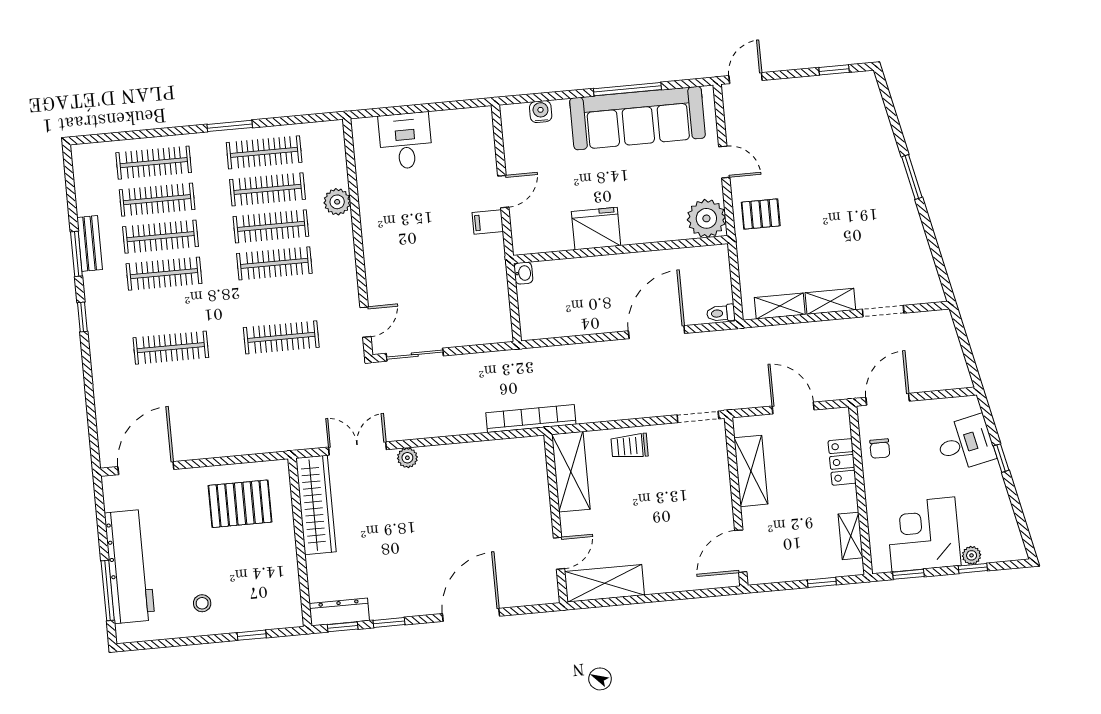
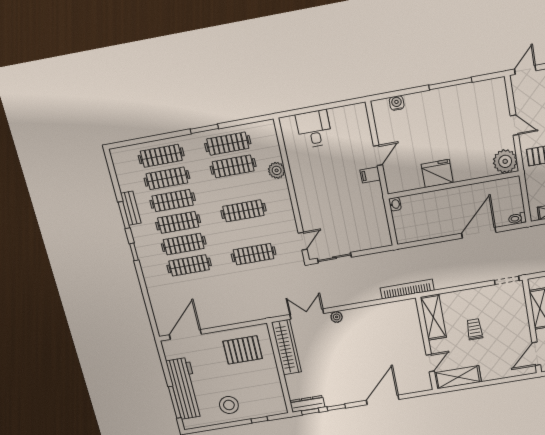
sofa: (638, 118) -> (458, 102), removed
clothes rail: (271, 226) -> (184, 244), moved
trolley: (629, 446) -> (474, 329), moved, turned 90
stool: (202, 603) -> (229, 405), width x1.89, depth x1.89

